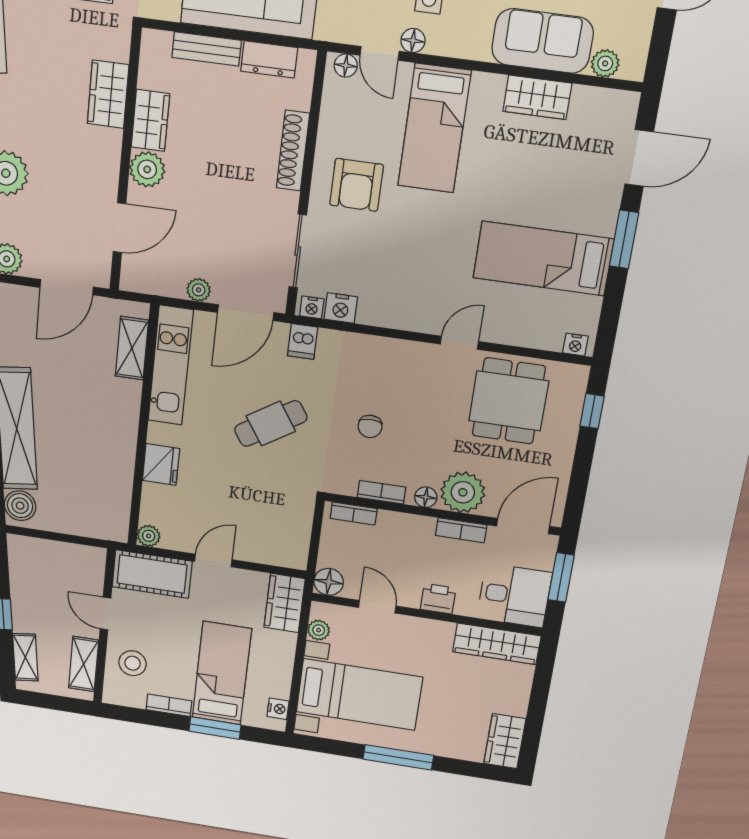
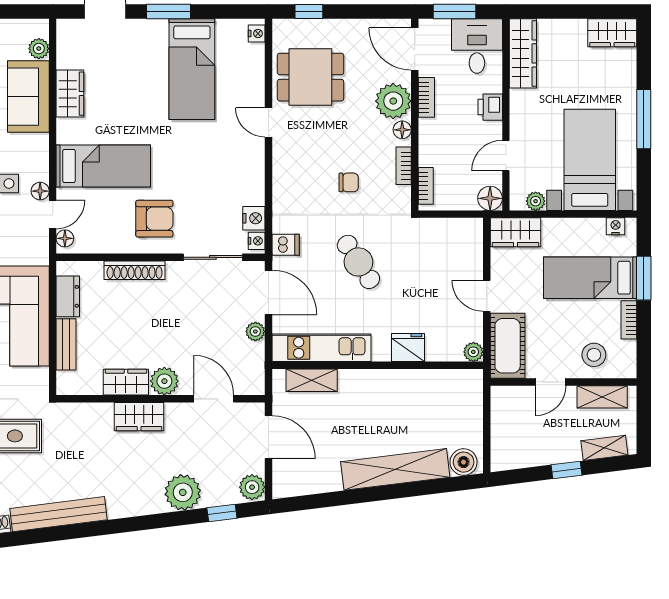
wardrobe: (108, 94) -> (139, 417), moved

